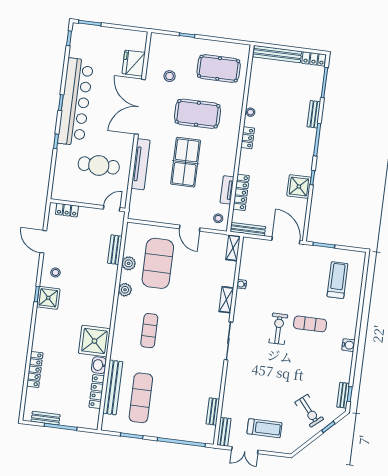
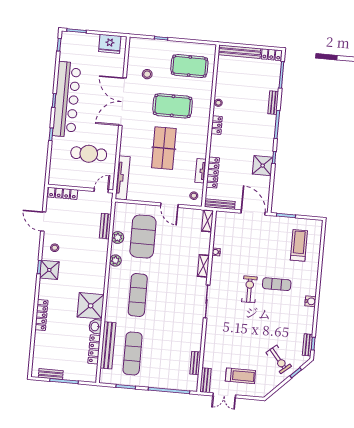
fridge: (134, 63) -> (110, 44), moved, turned -90
tv unit: (141, 164) -> (123, 178), moved
locker: (67, 210) -> (63, 193), width x1.53
exercise mat: (149, 331) -> (138, 295), width x1.36, depth x1.45
locker: (35, 369) -> (41, 315), moved

